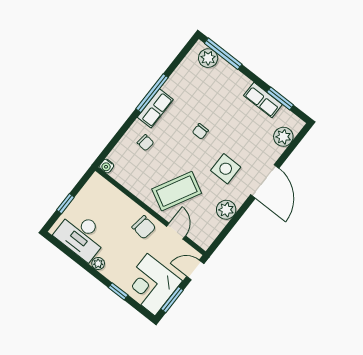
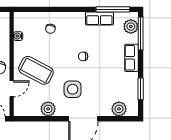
window: (152, 93) -> (113, 9), moved
row of seats: (263, 100) -> (131, 58), moved
row of seats: (155, 108) -> (99, 18), moved
water cooler: (107, 166) -> (18, 36), moved

